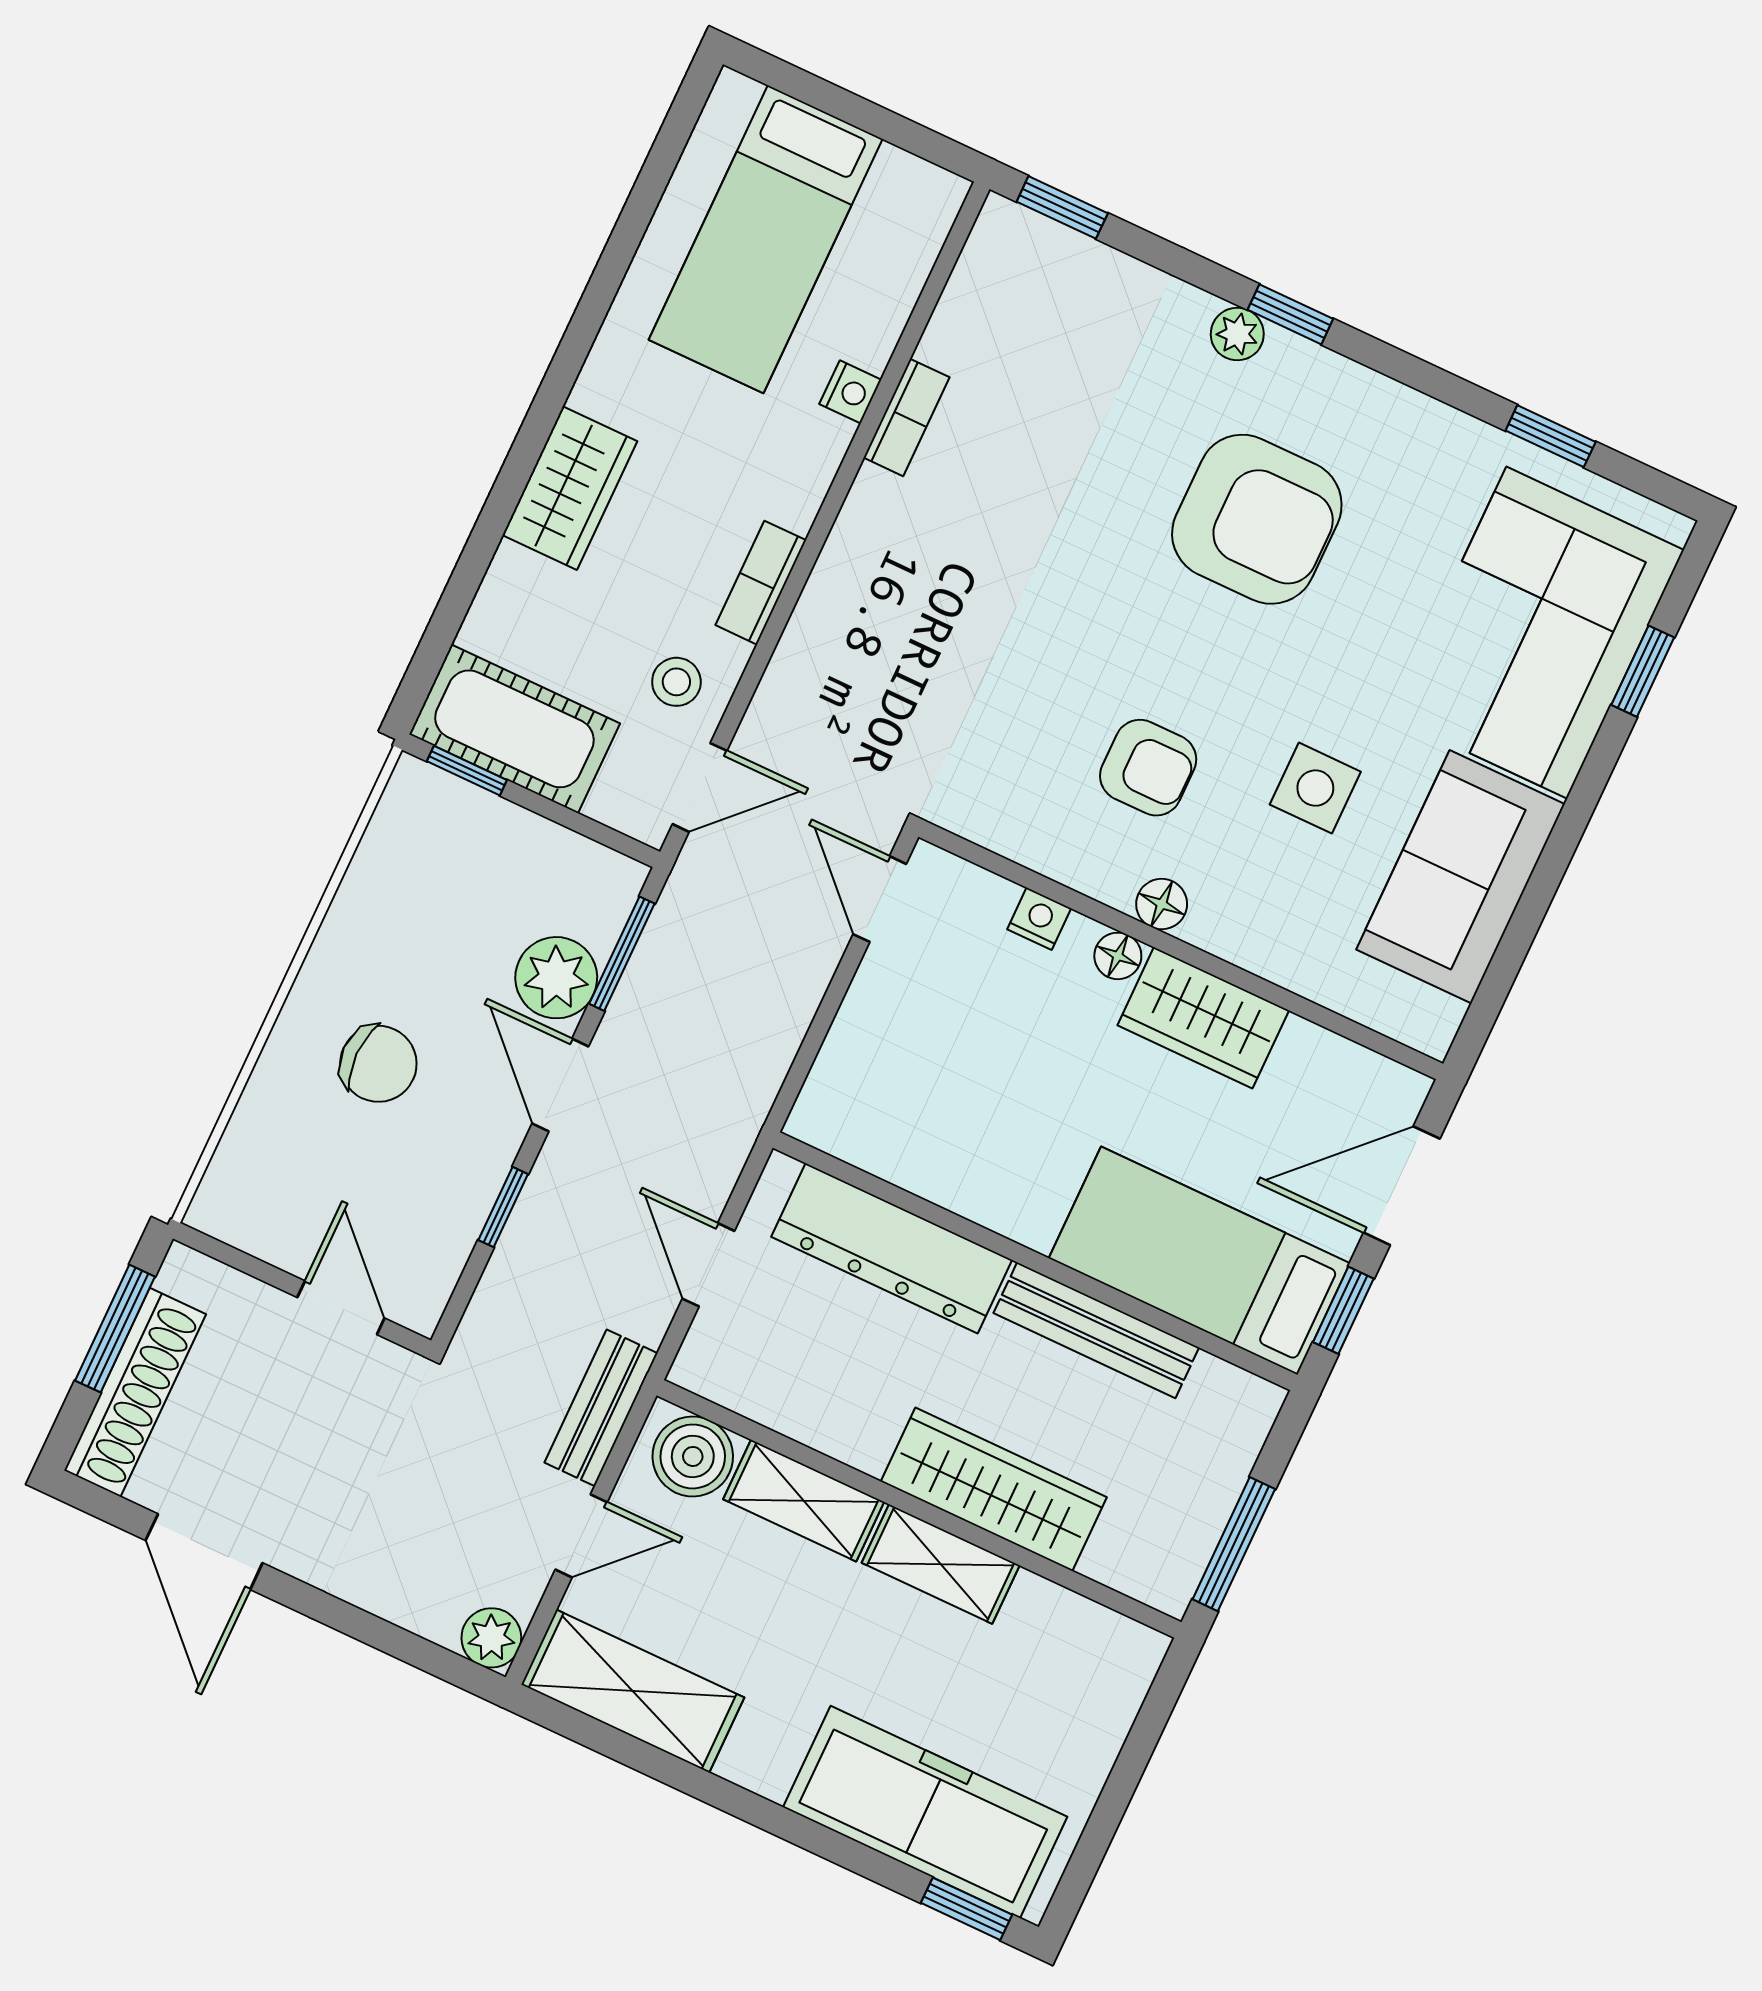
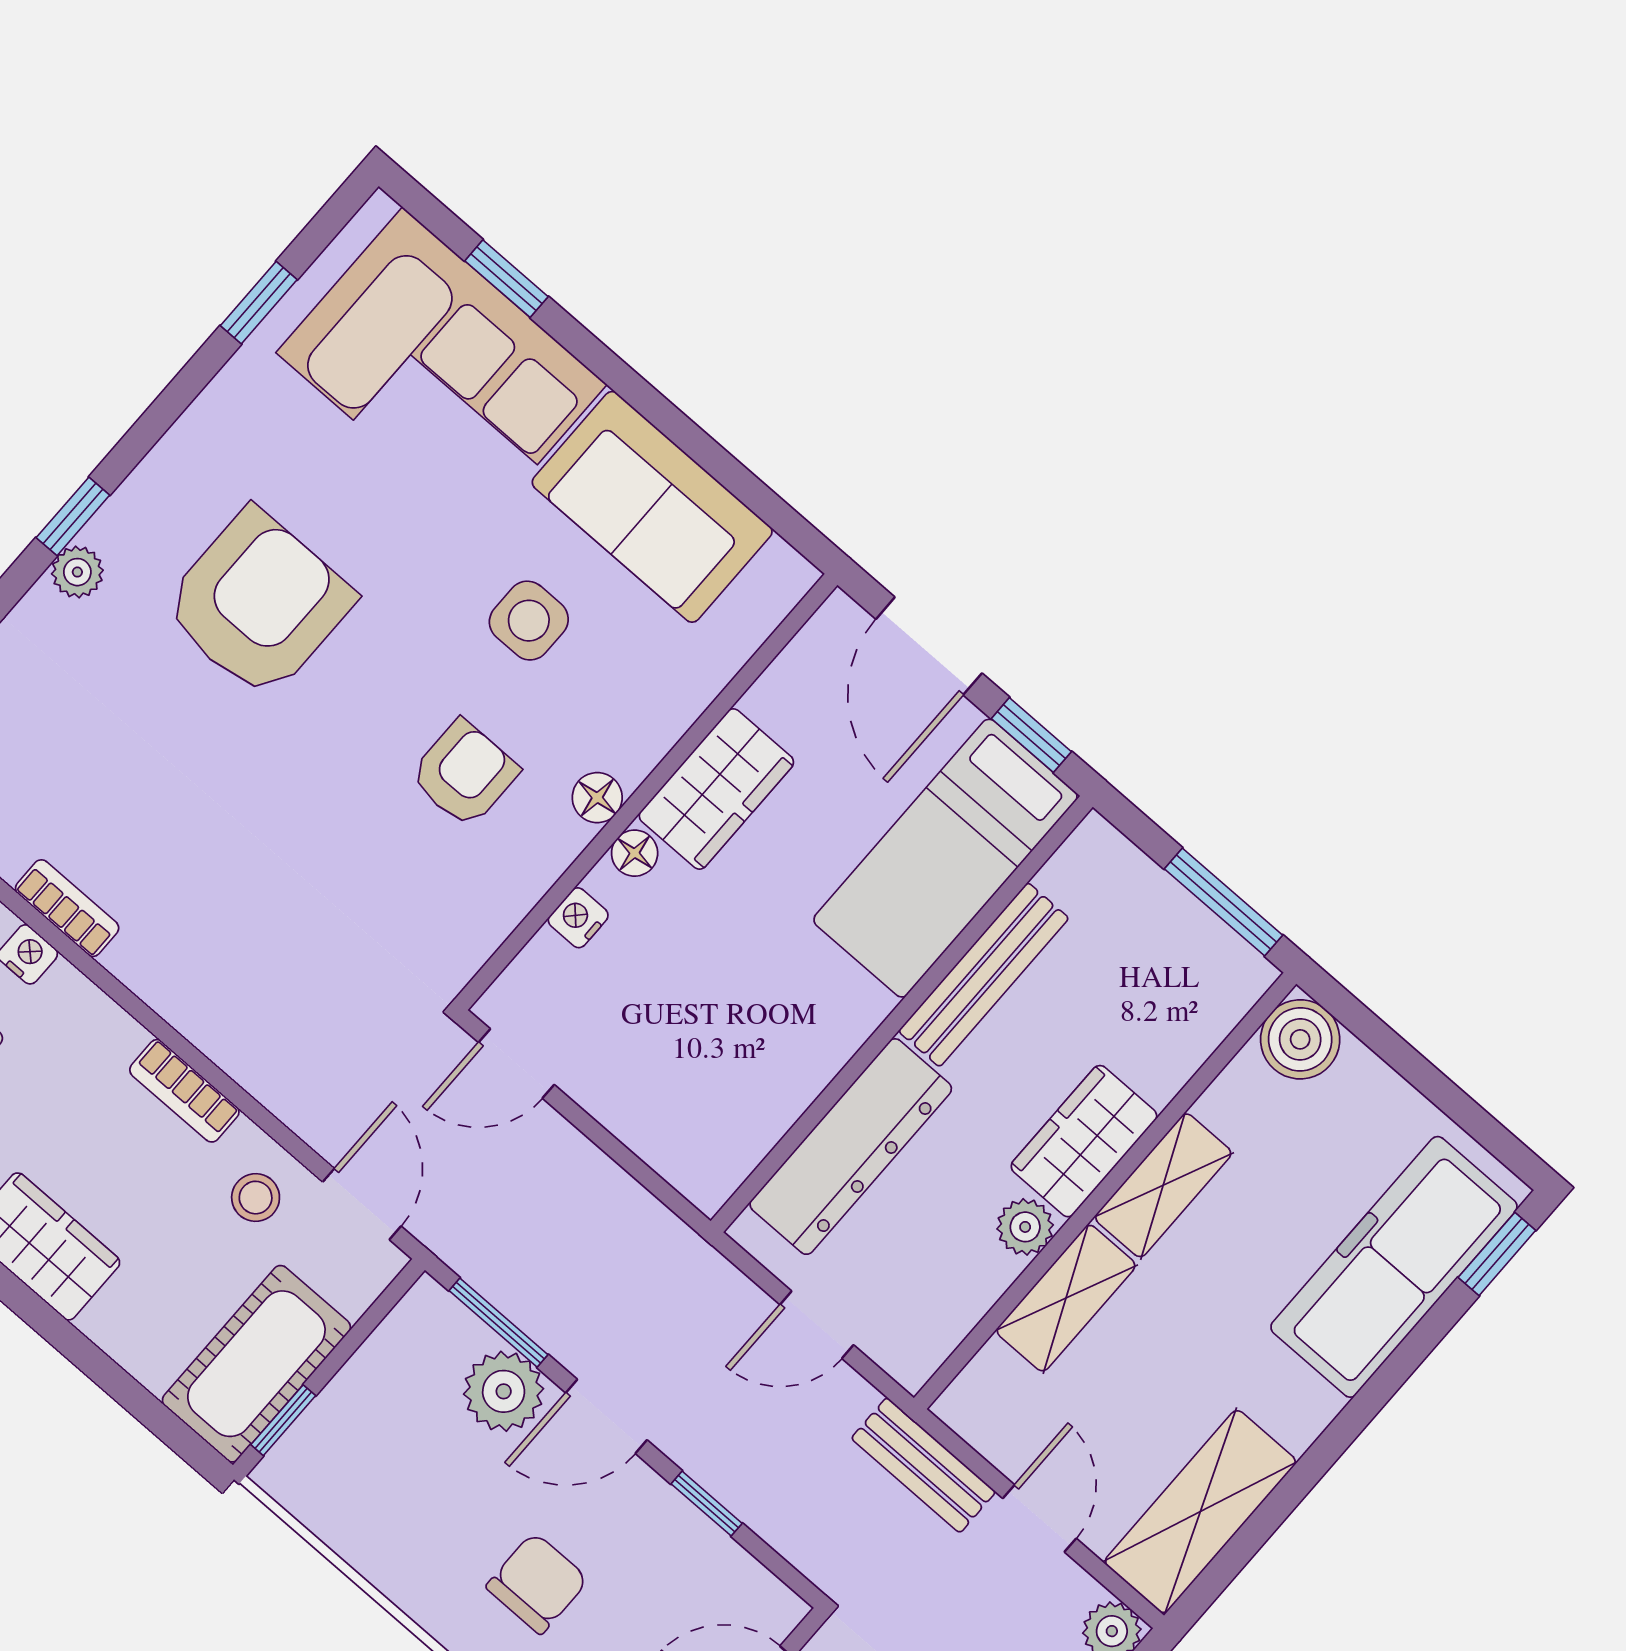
plant: (862, 1441) -> (1025, 1227), added
boiler: (693, 1456) -> (1300, 1039), moved
wardrobe: (994, 1489) -> (1084, 1141), width x0.67

